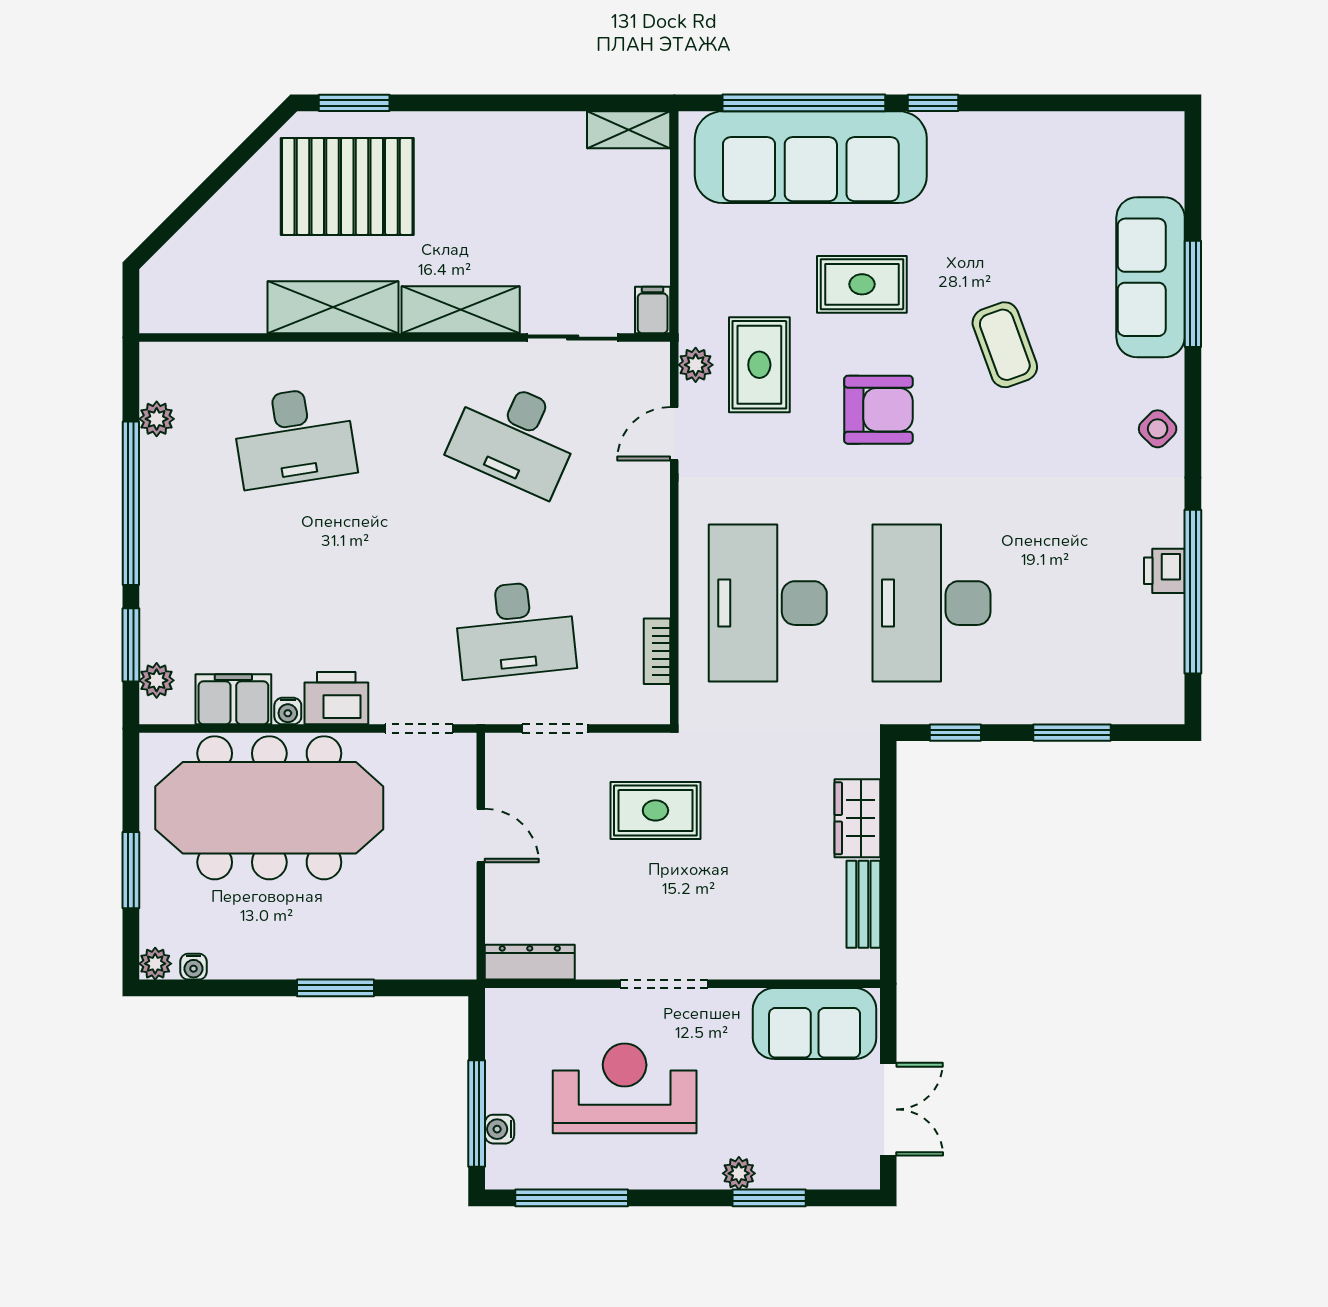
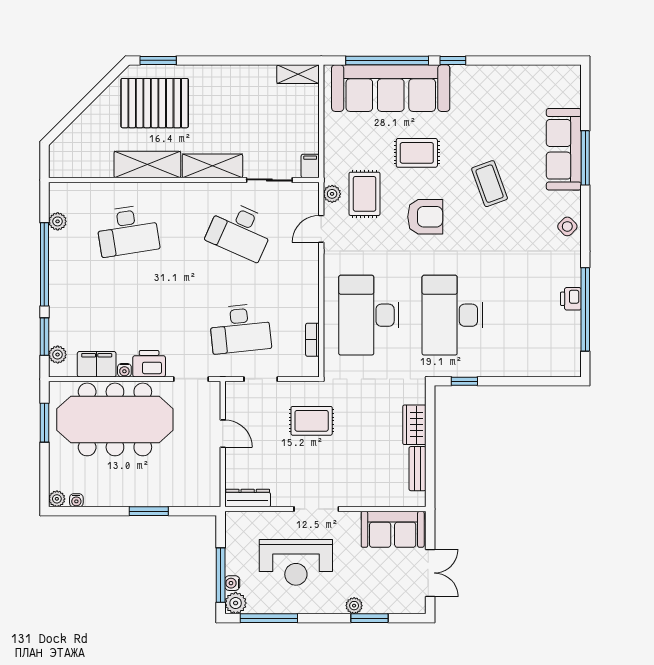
window: (1072, 733) -> (524, 381), removed
window: (131, 870) -> (44, 423), moved
reception desk: (625, 1088) -> (296, 562), turned 180
plant: (506, 1168) -> (236, 603), added

